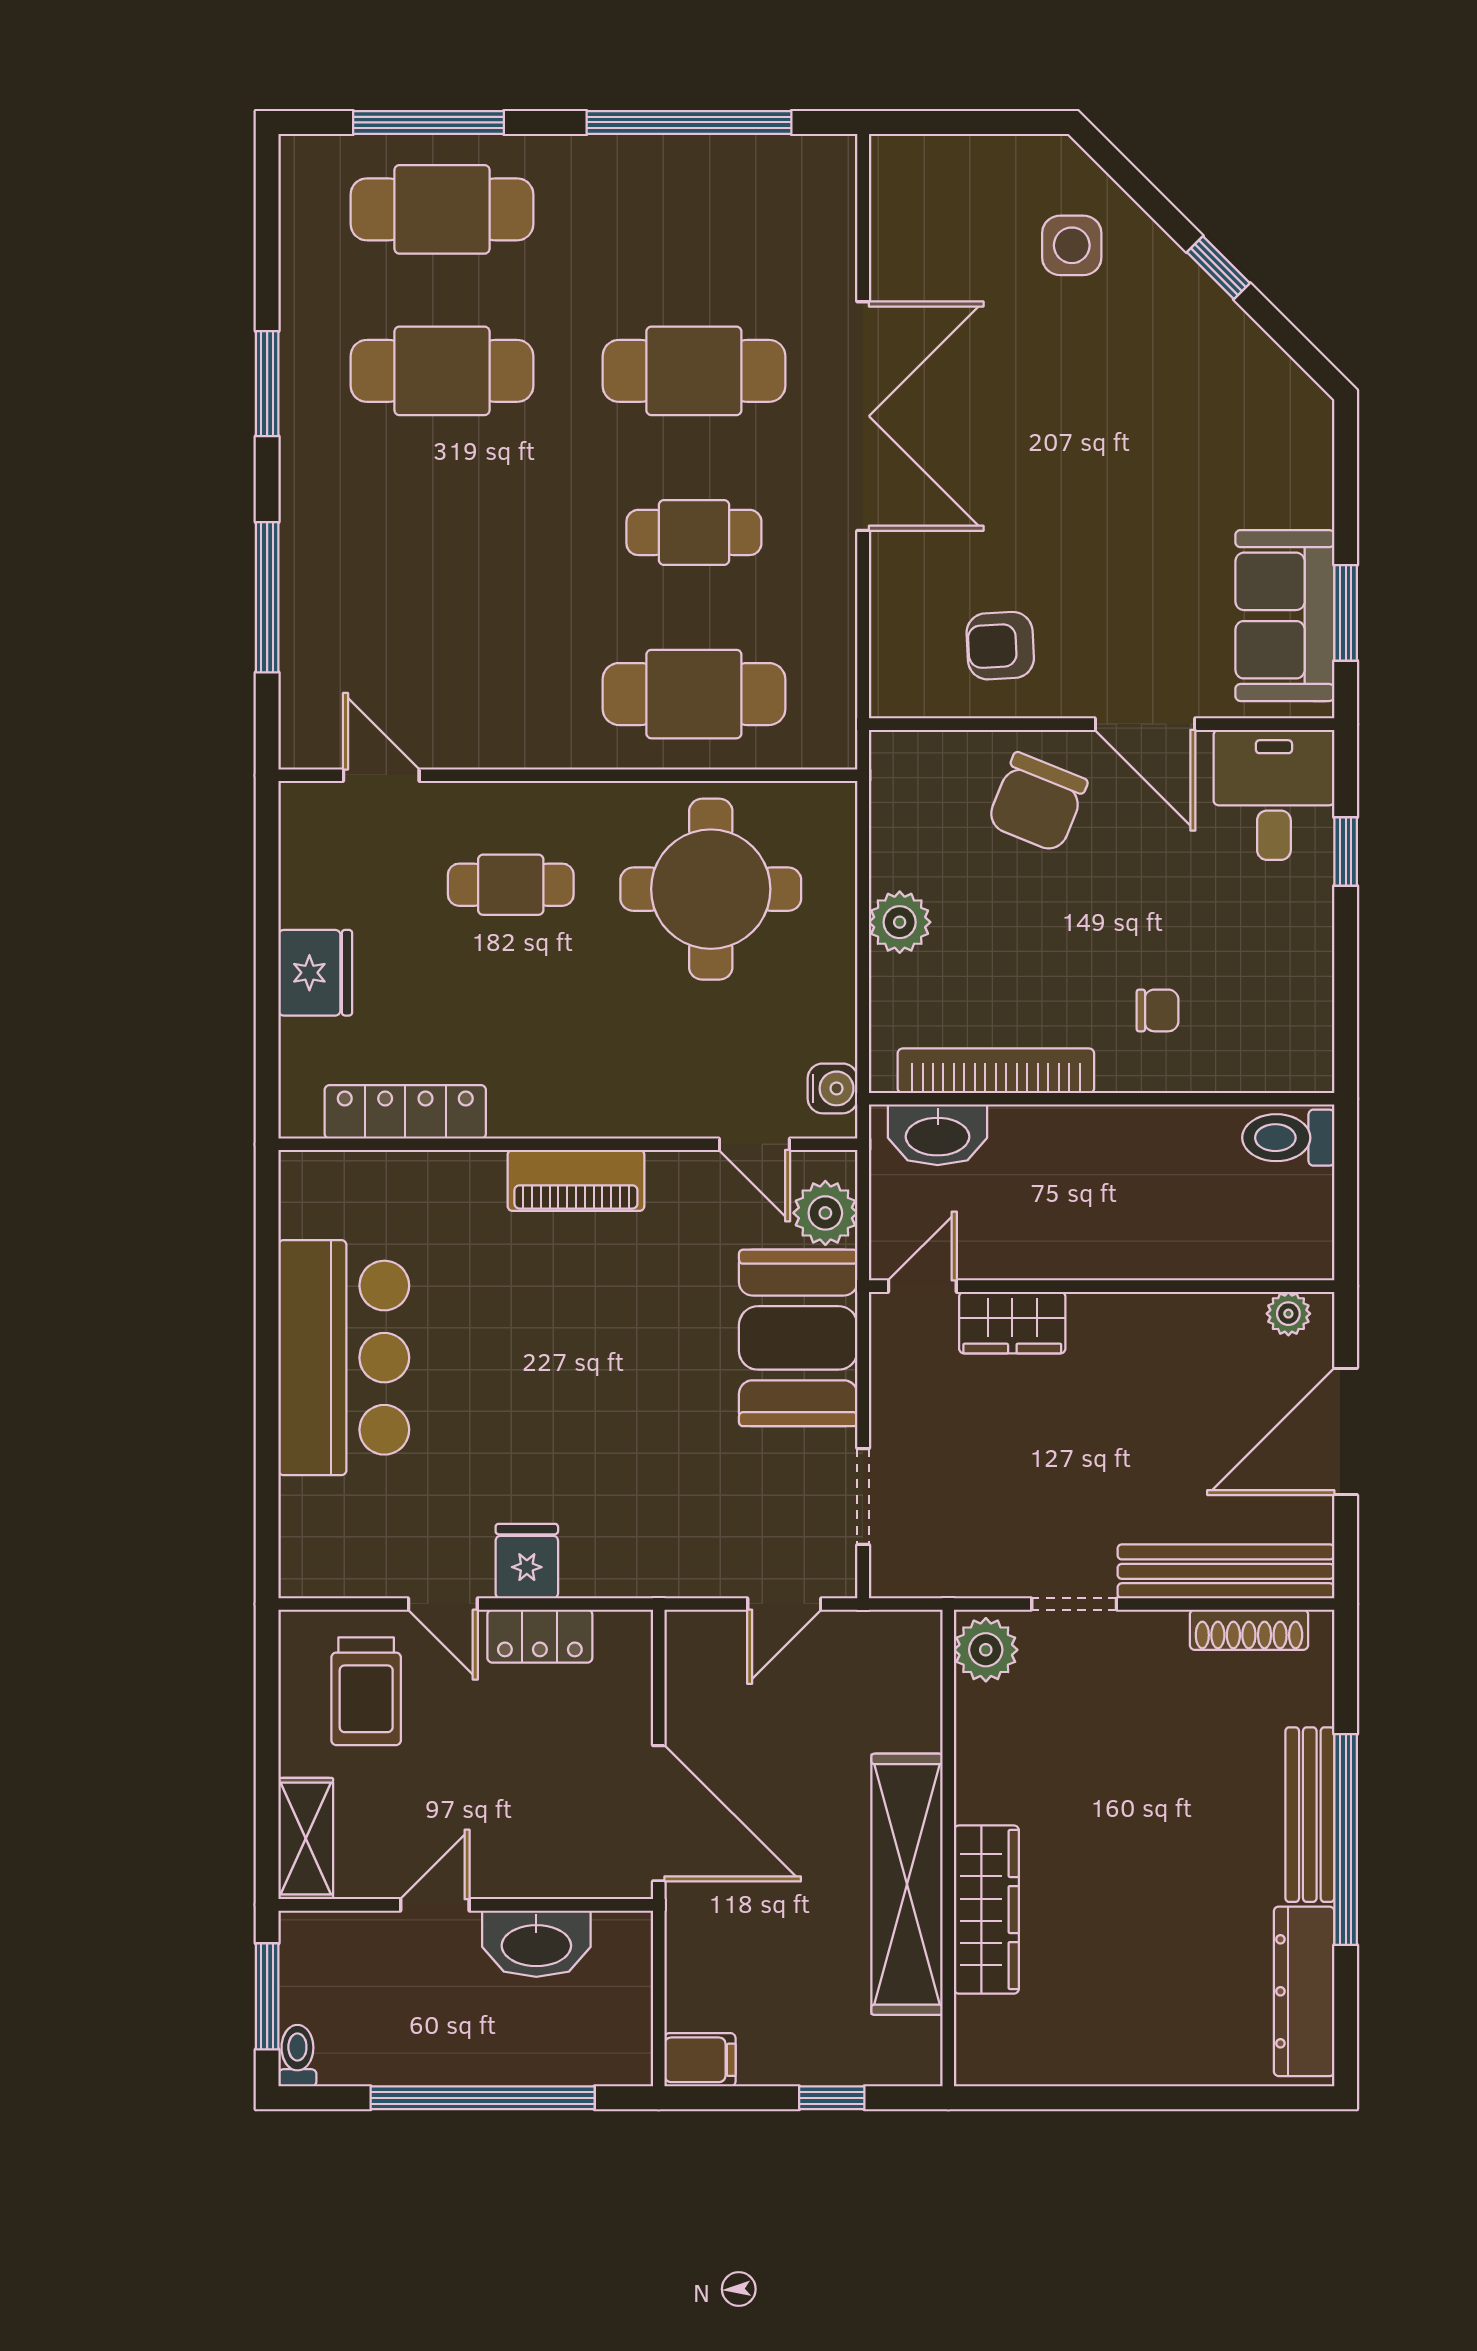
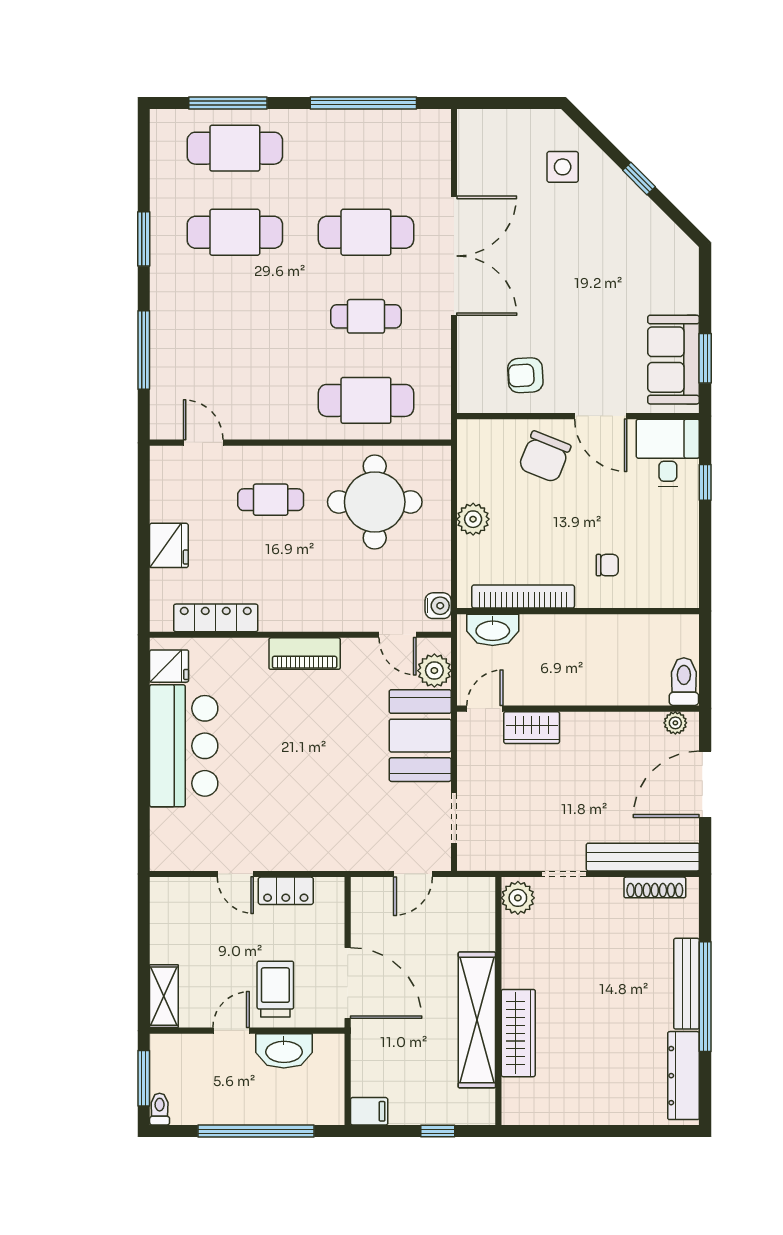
toilet: (1288, 1138) -> (684, 682), moved, turned 90
fridge: (527, 1561) -> (169, 666), moved, turned 90
trolley: (366, 1691) -> (275, 989), moved, turned 180

